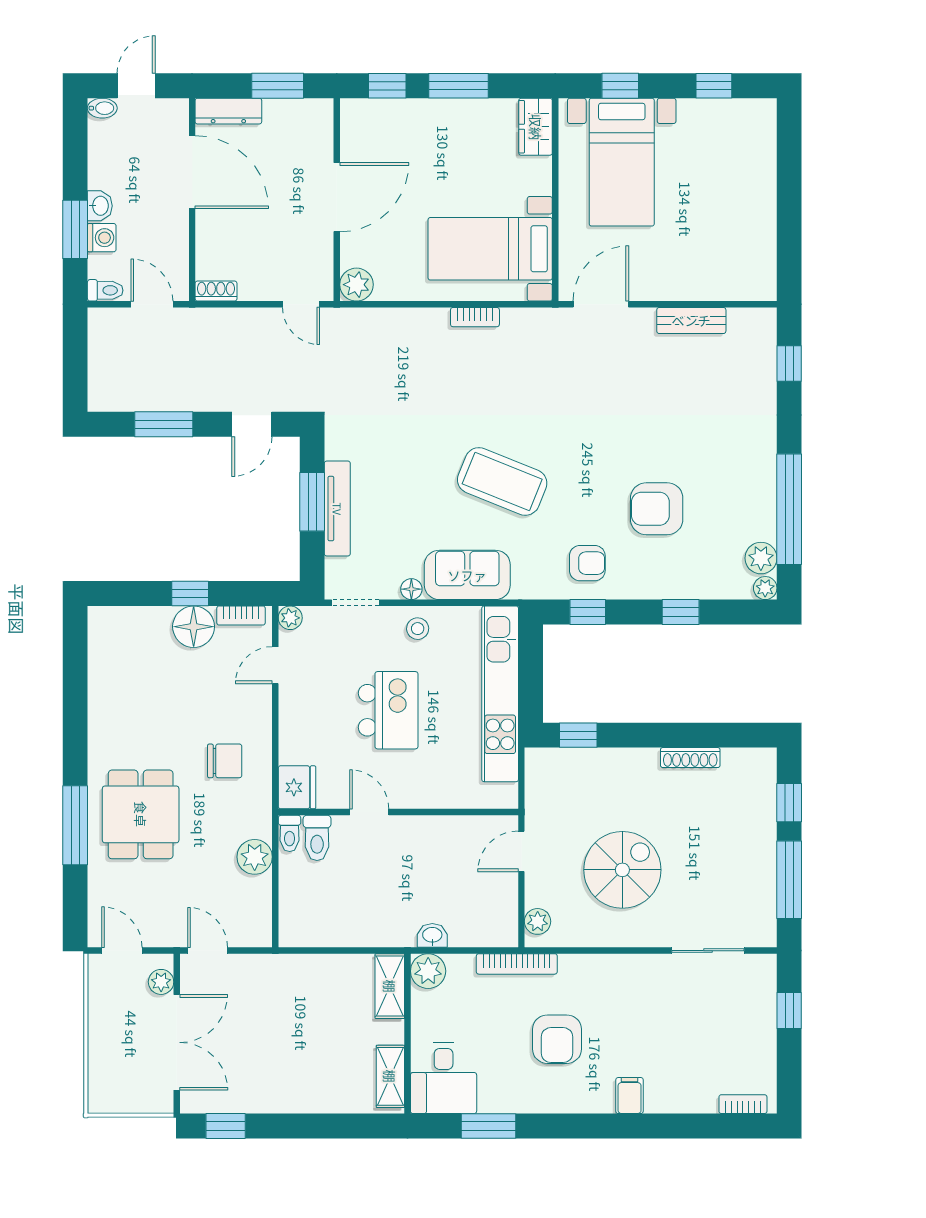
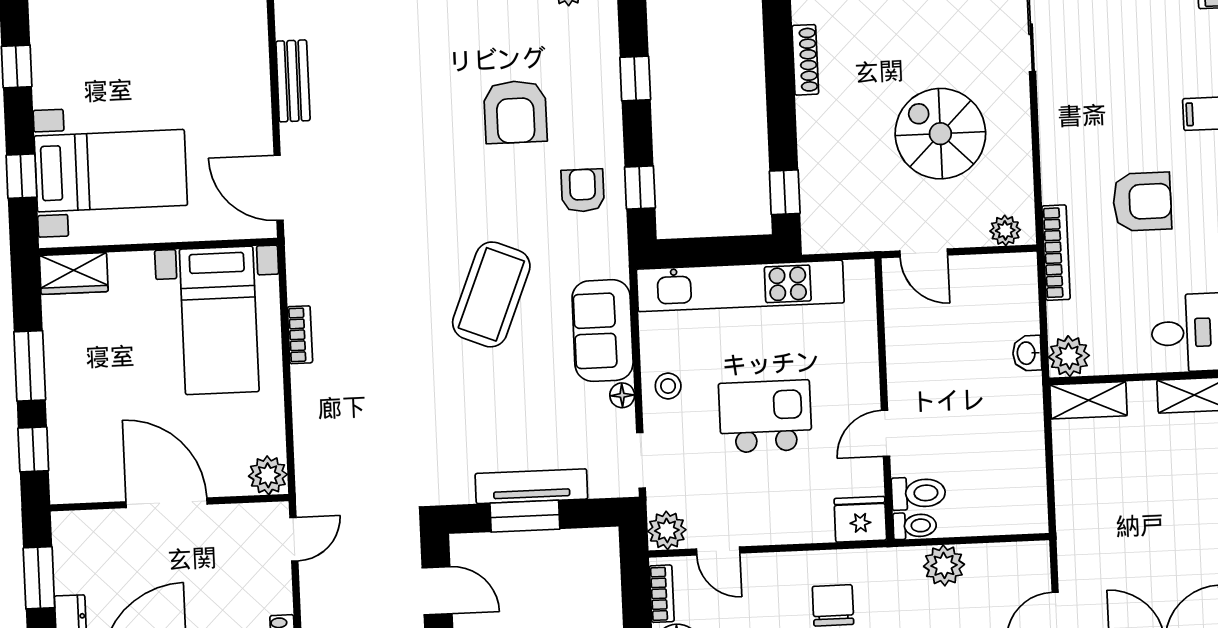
plant: (290, 618) -> (667, 530), width x1.38, depth x1.38

